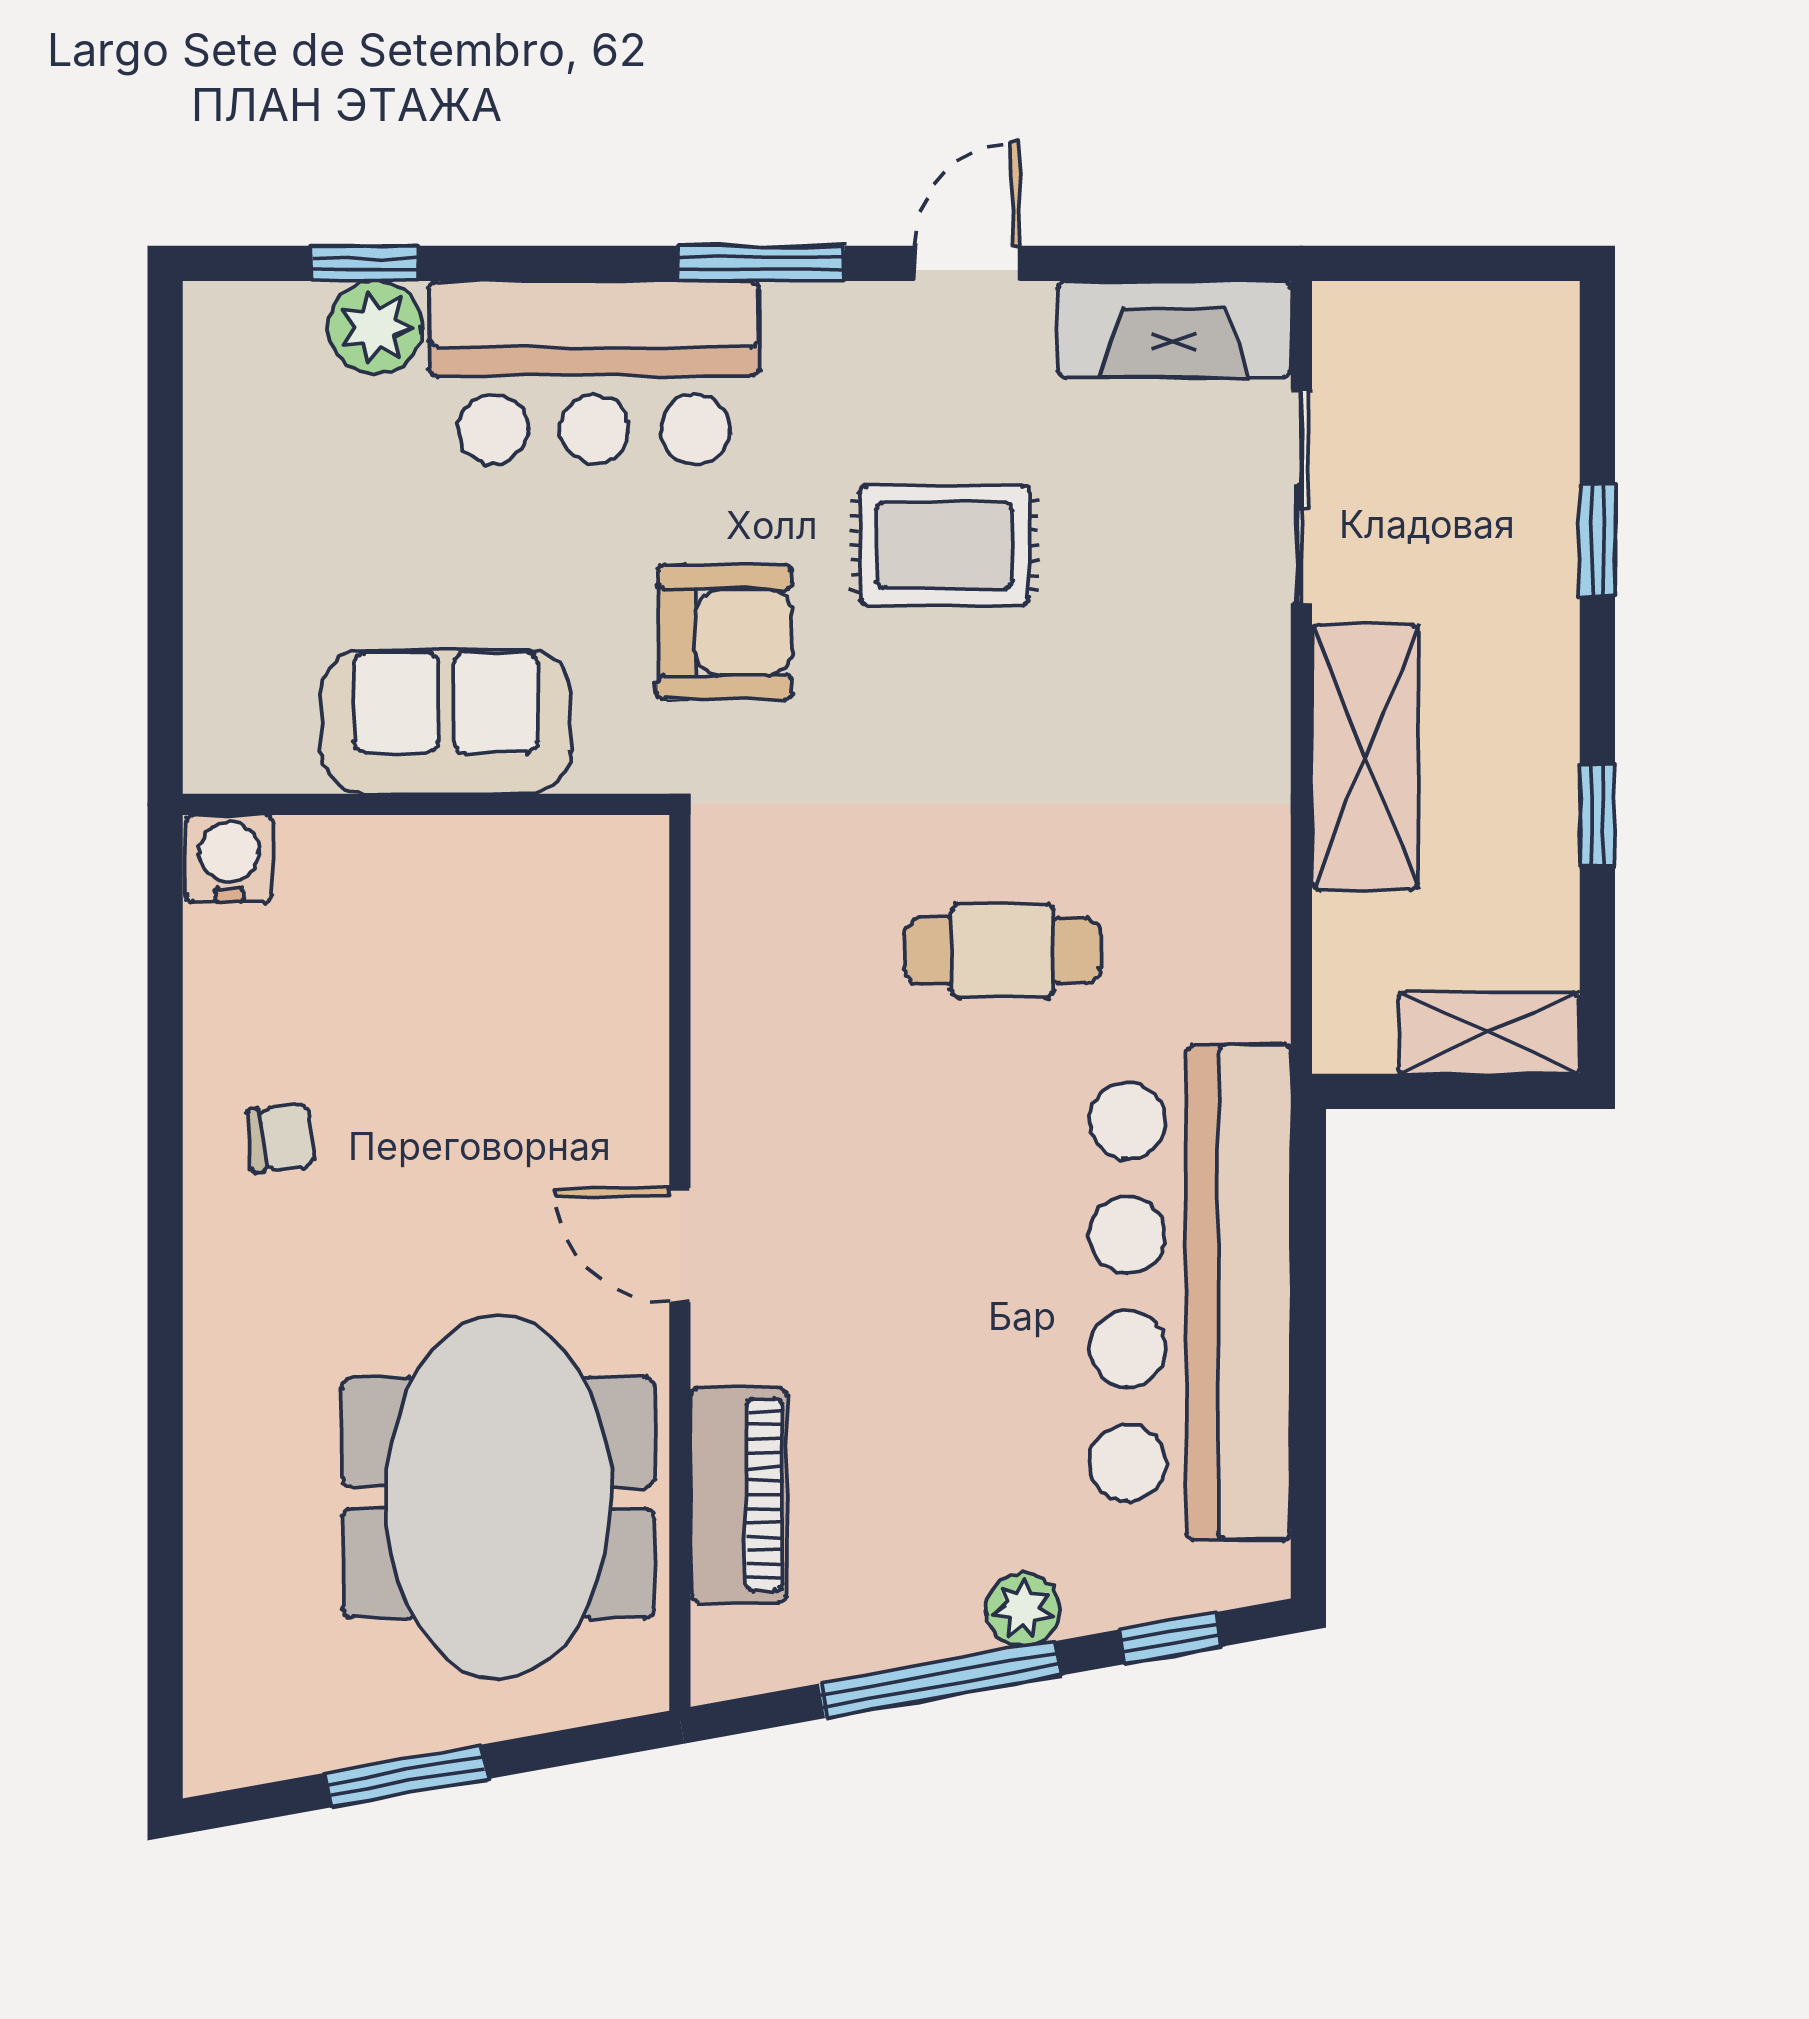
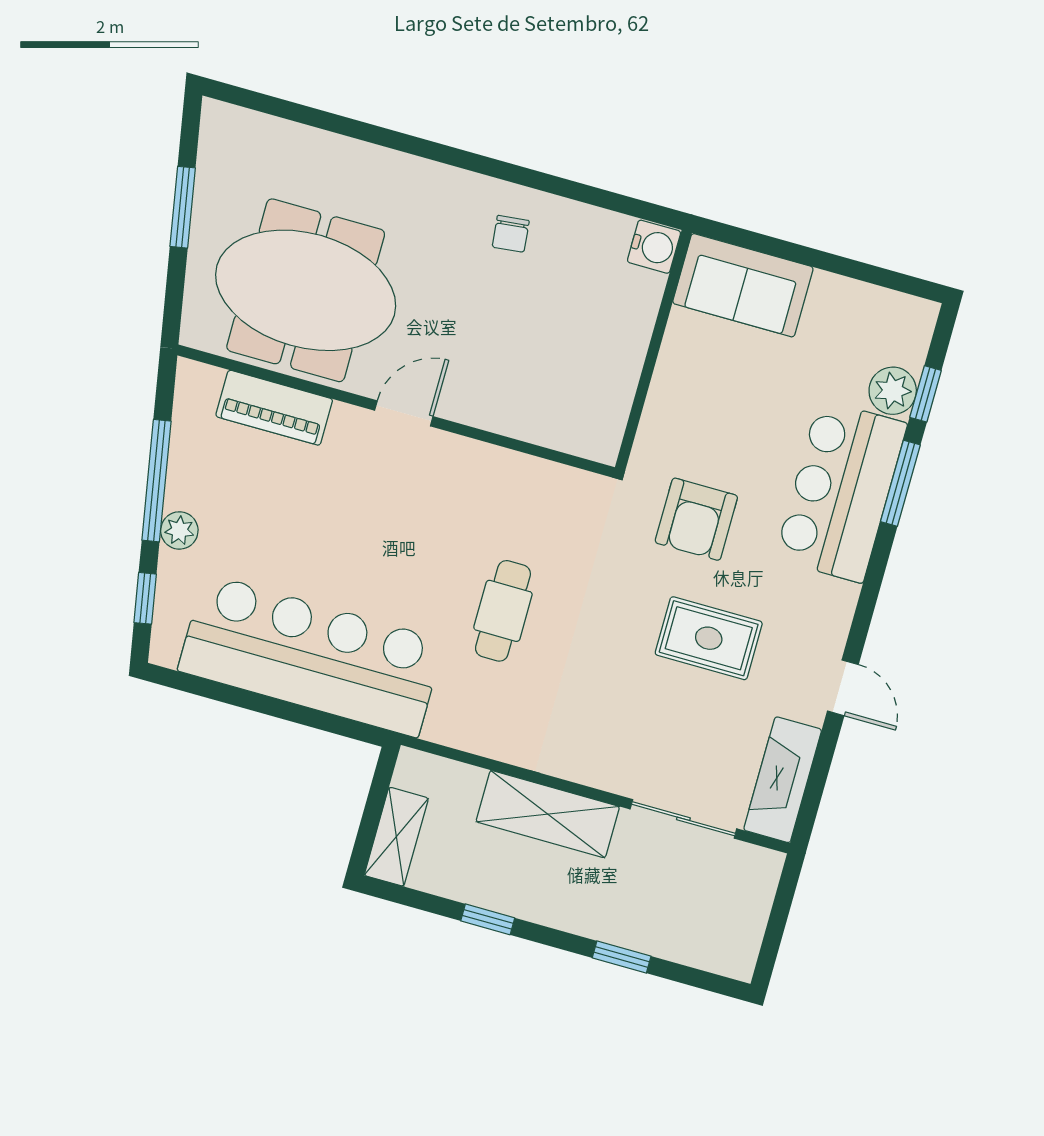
window: (761, 263) -> (900, 483), moved
rug: (945, 545) -> (709, 638), turned 90
sofa: (446, 722) -> (743, 285), moved, turned 90

